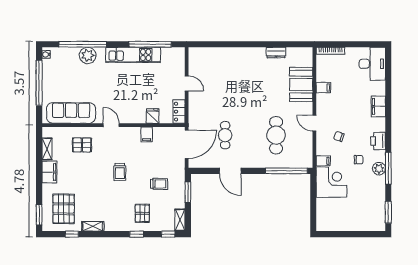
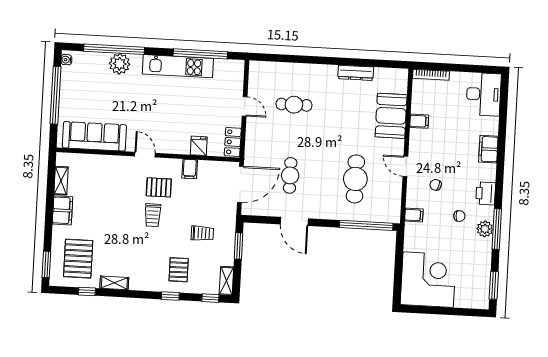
dresser: (276, 53) -> (356, 73), width x1.44
cafe table: (225, 80) -> (294, 105), added
pallet: (82, 145) -> (159, 187), moved
corner desk: (331, 182) -> (428, 280), moved, width x1.36, depth x1.36

